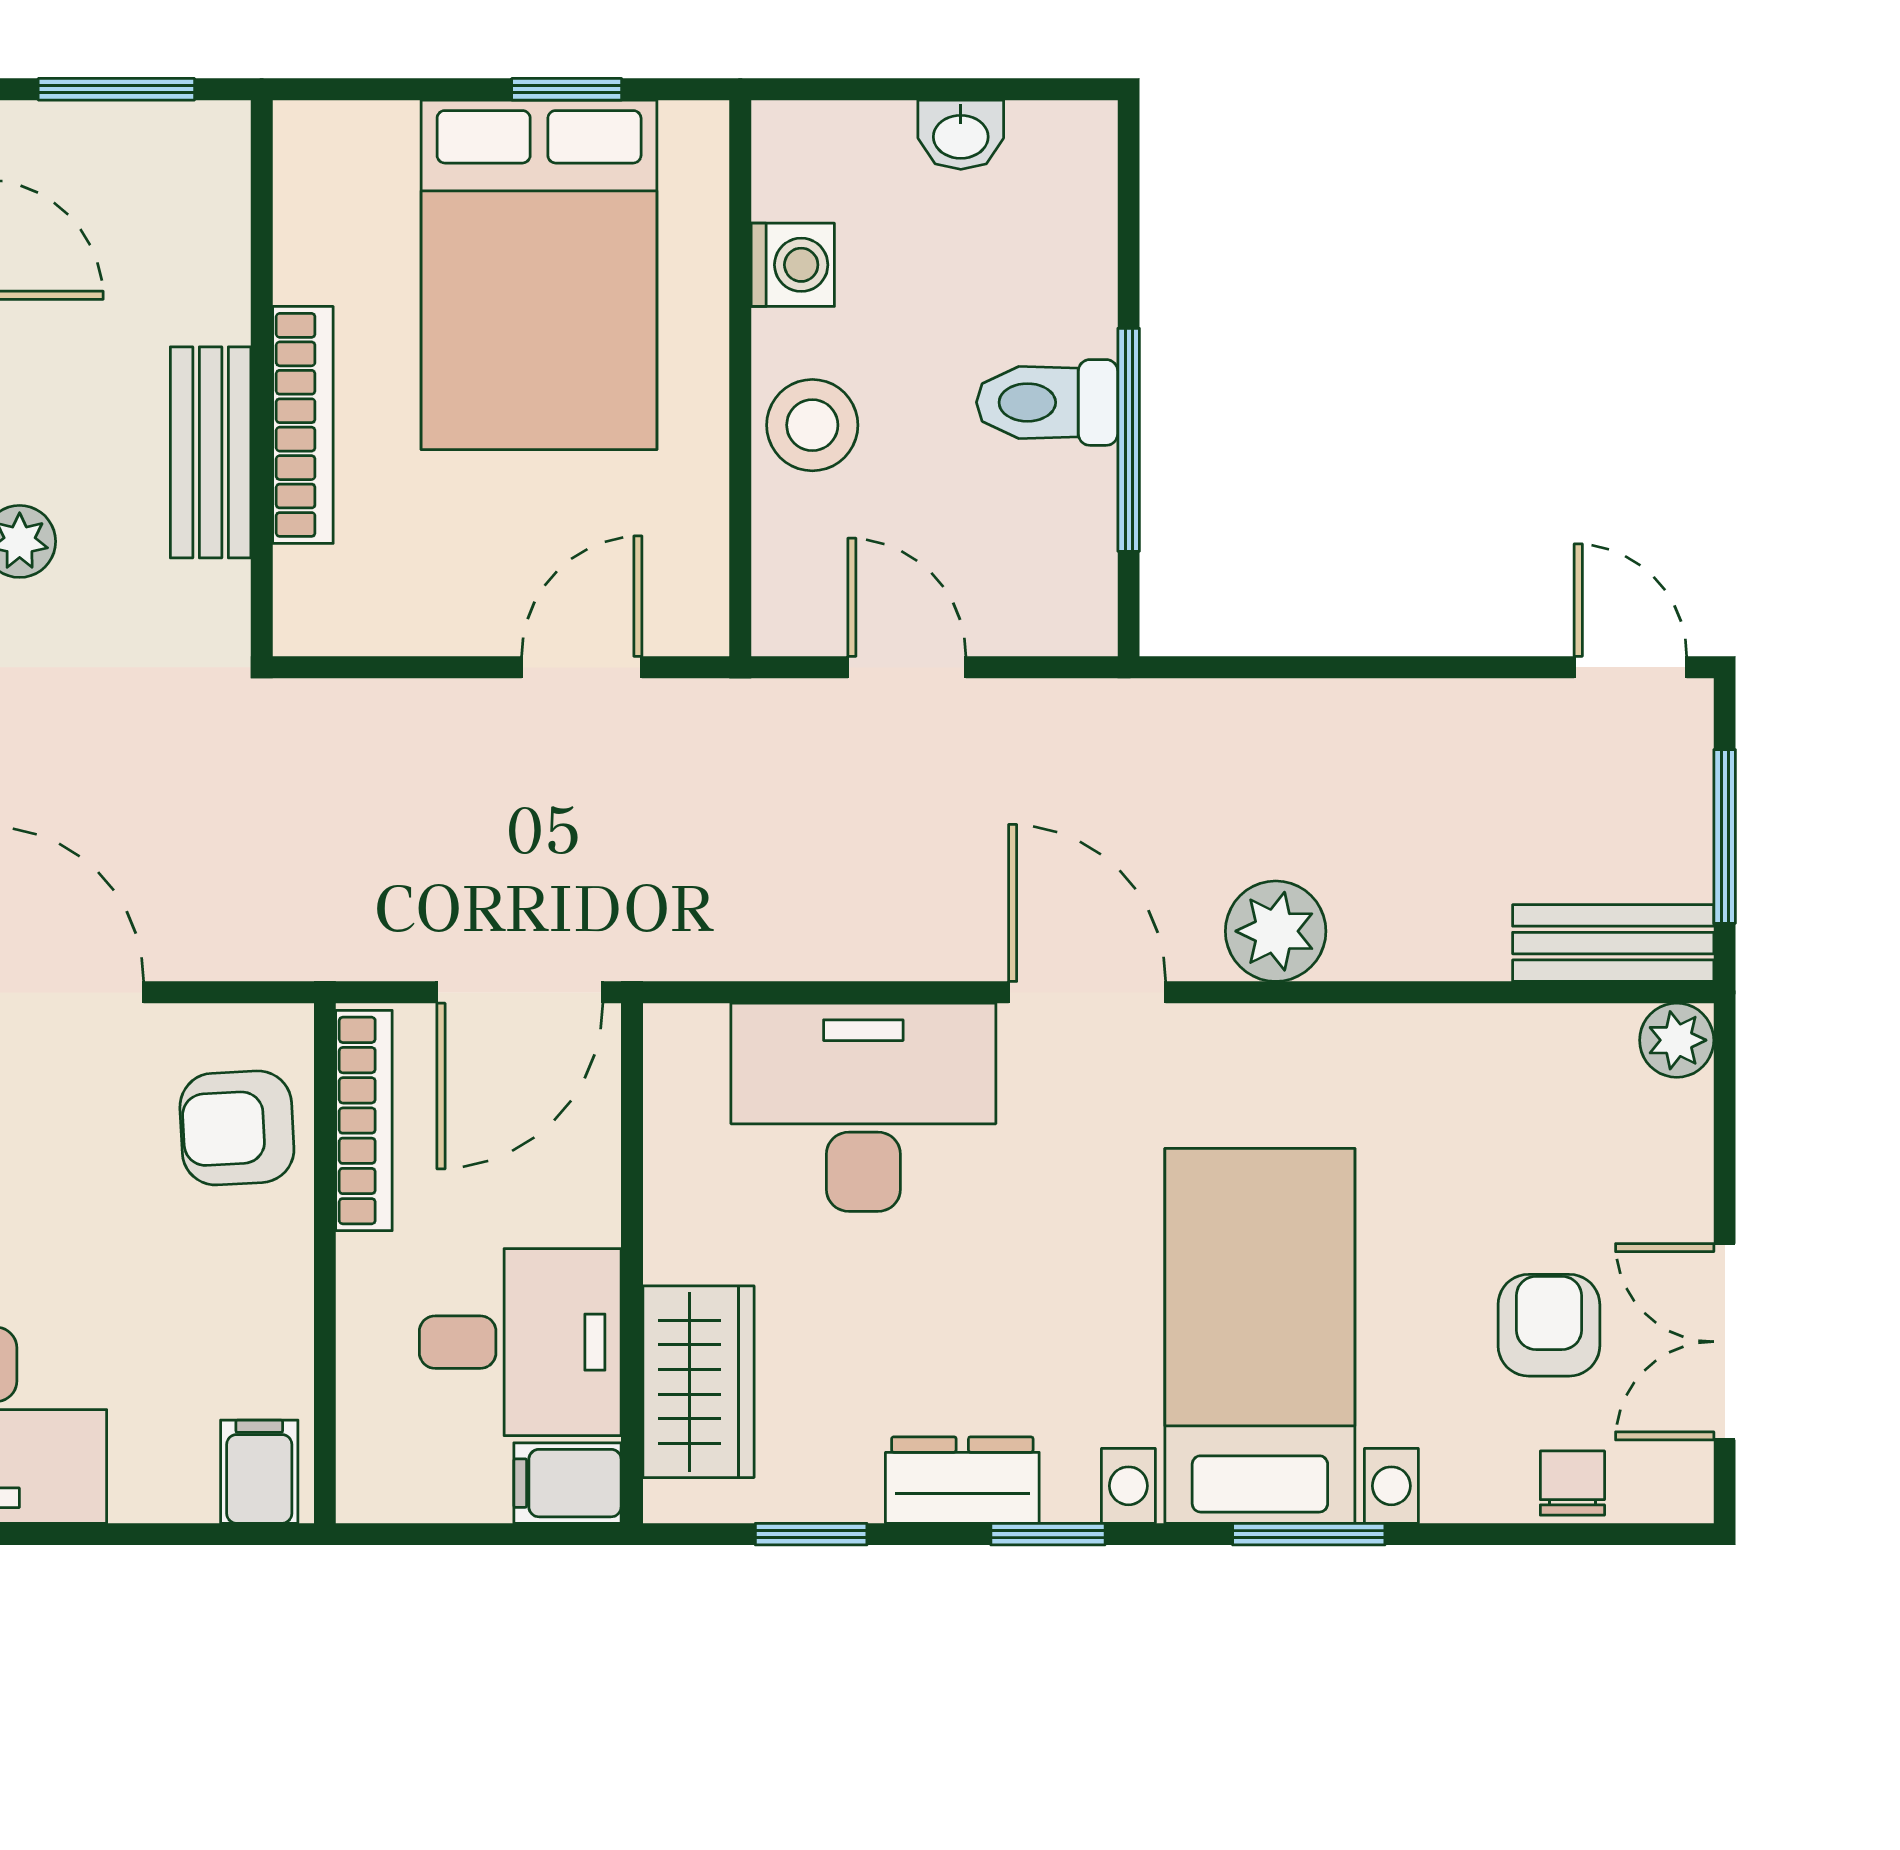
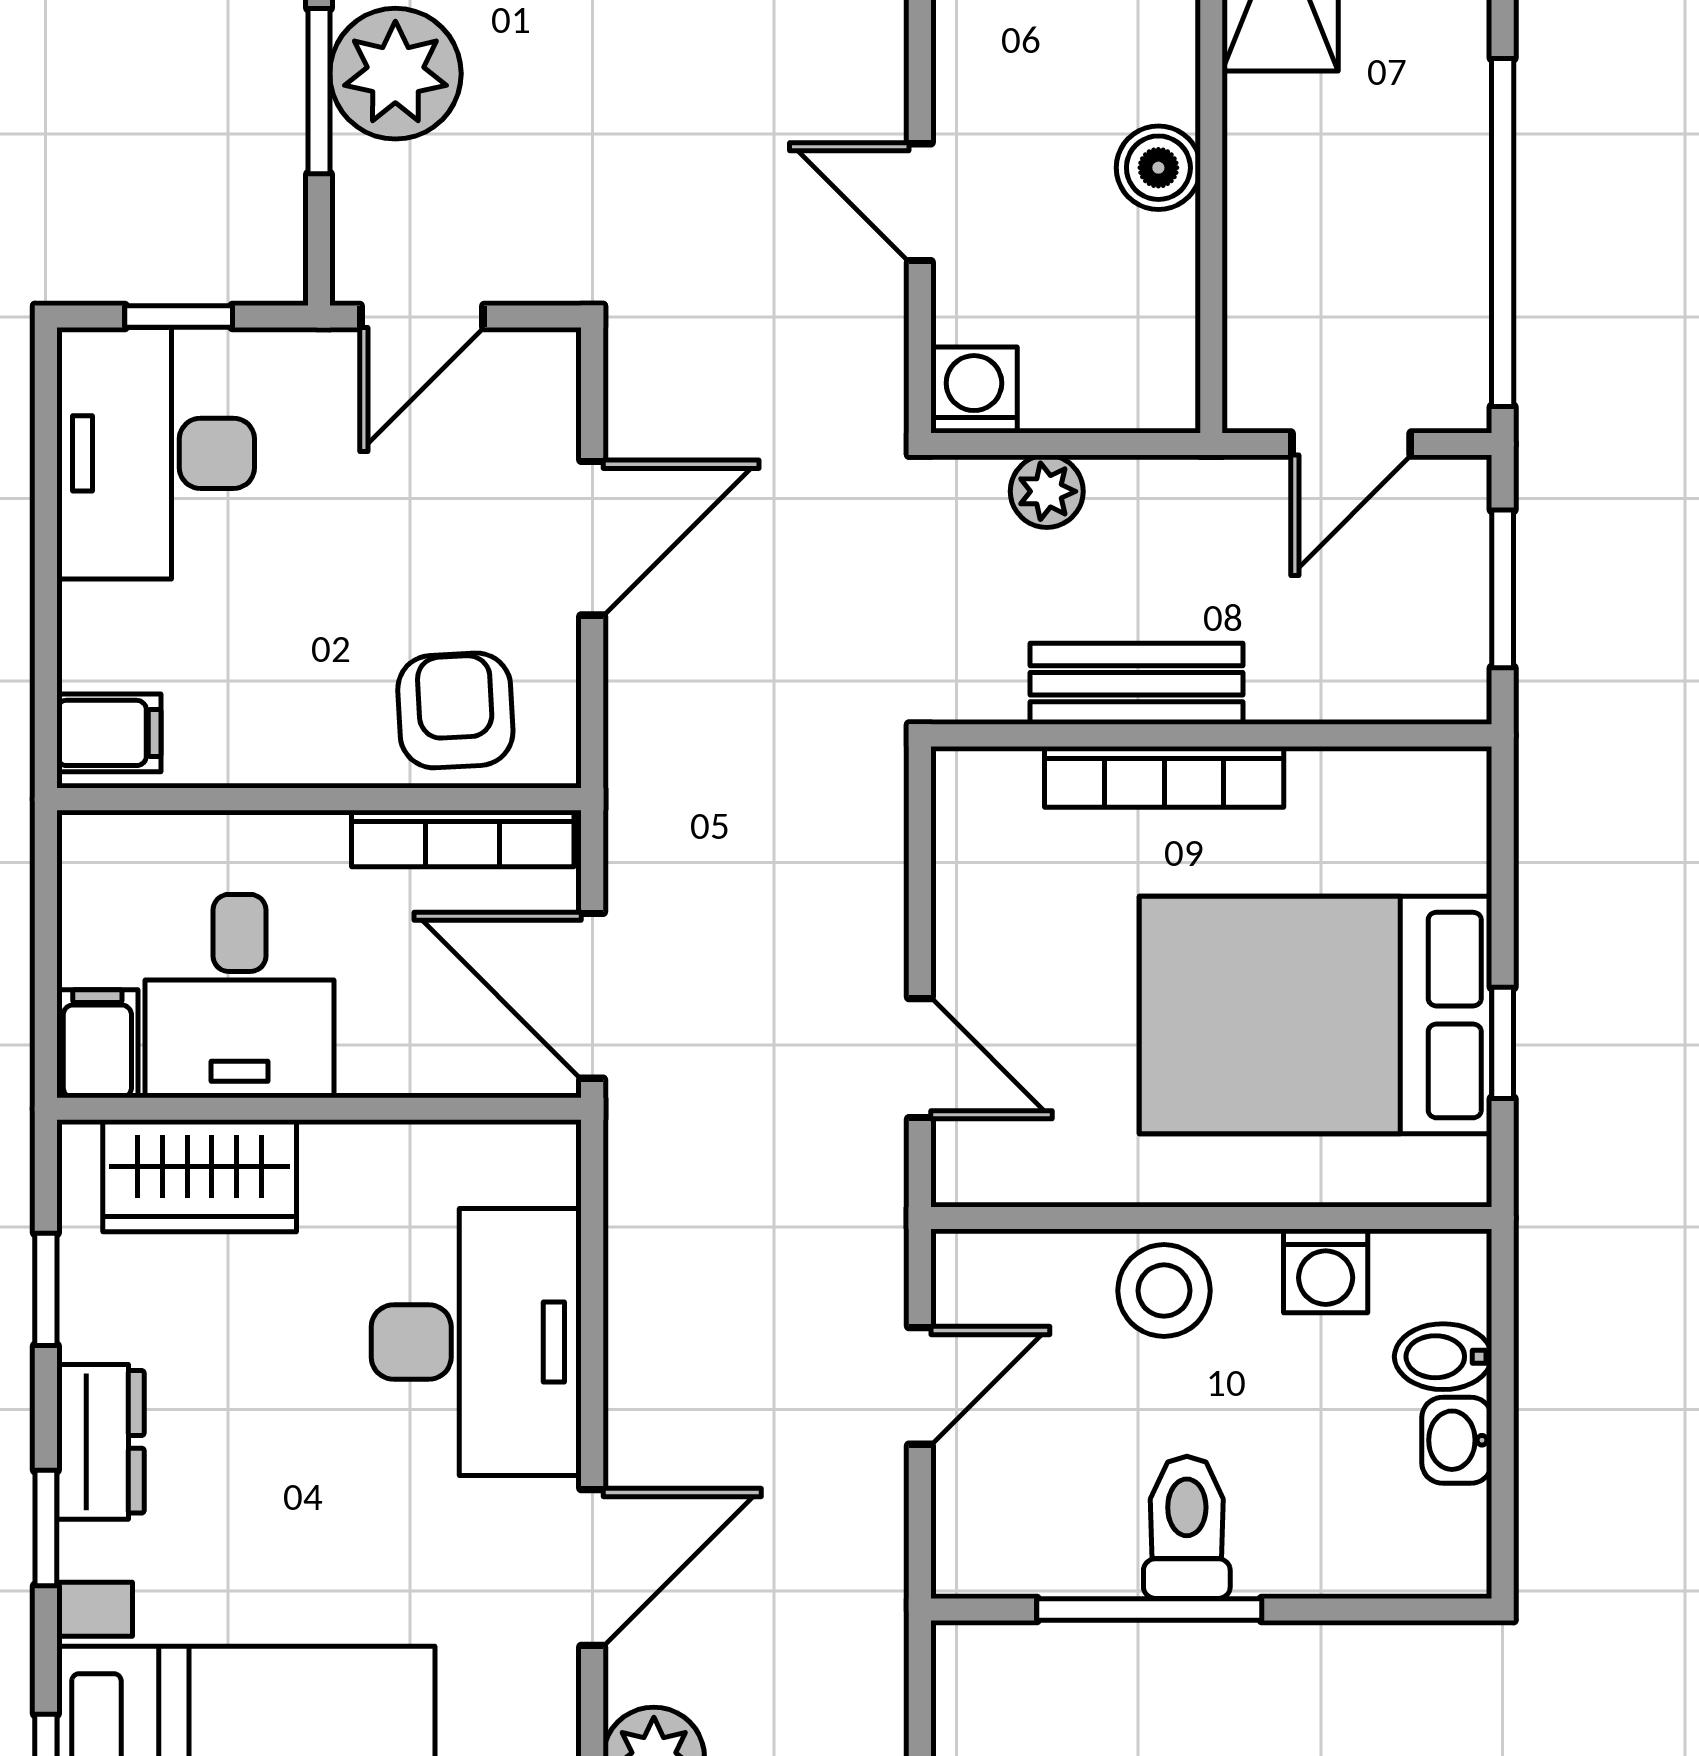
bidet: (878, 148) -> (1443, 1357), added

